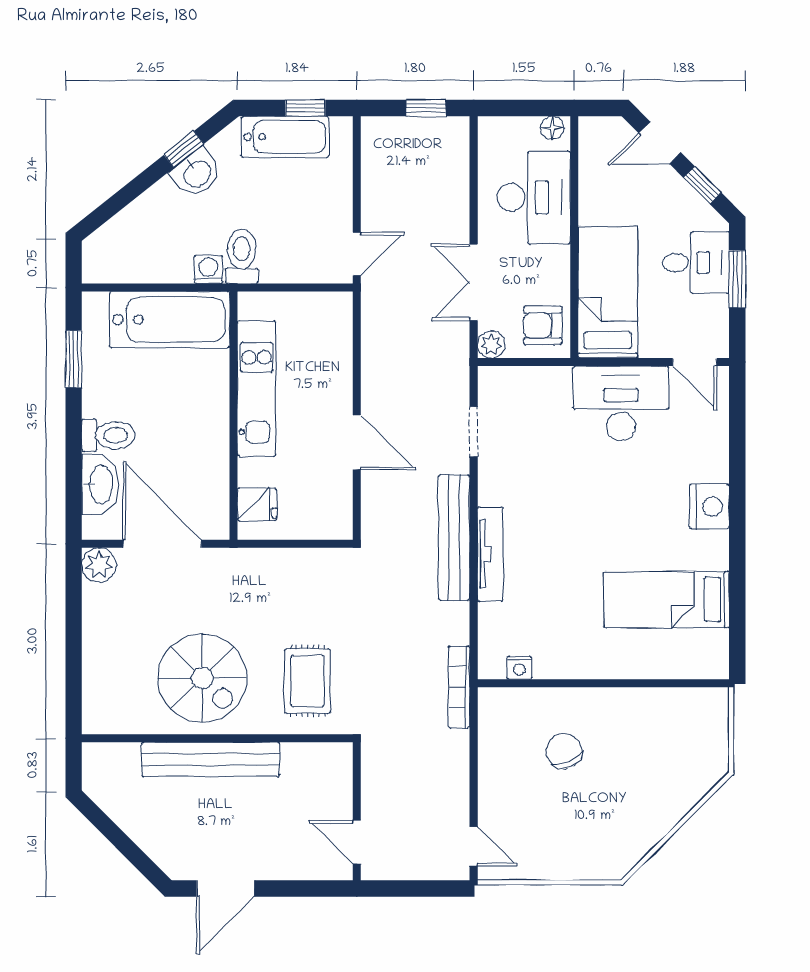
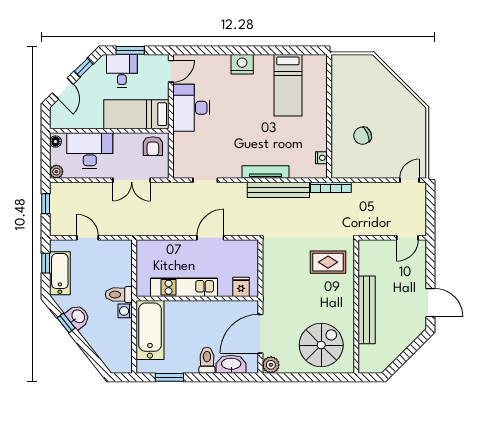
door: (357, 254) -> (88, 238), moved
plant: (491, 344) -> (56, 172), moved
bench: (454, 538) -> (278, 190), moved
spiral stairs: (202, 678) -> (321, 345), moved

